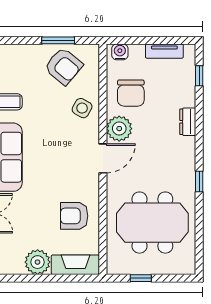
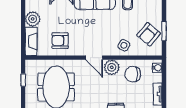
armchair: (74, 216) -> (60, 41), turned -90

